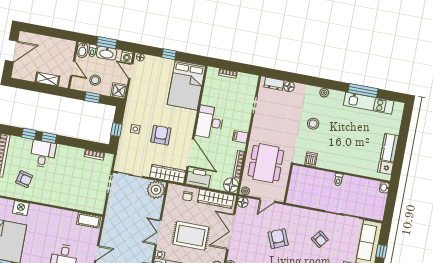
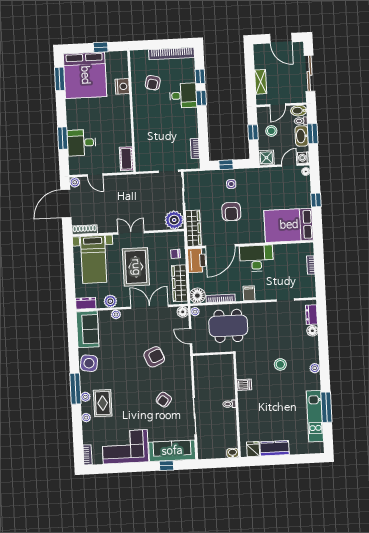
sliding door: (50, 32) -> (310, 73), added
armchair: (161, 135) -> (231, 212), turned 90
dishwasher: (311, 159) -> (244, 385), moved

